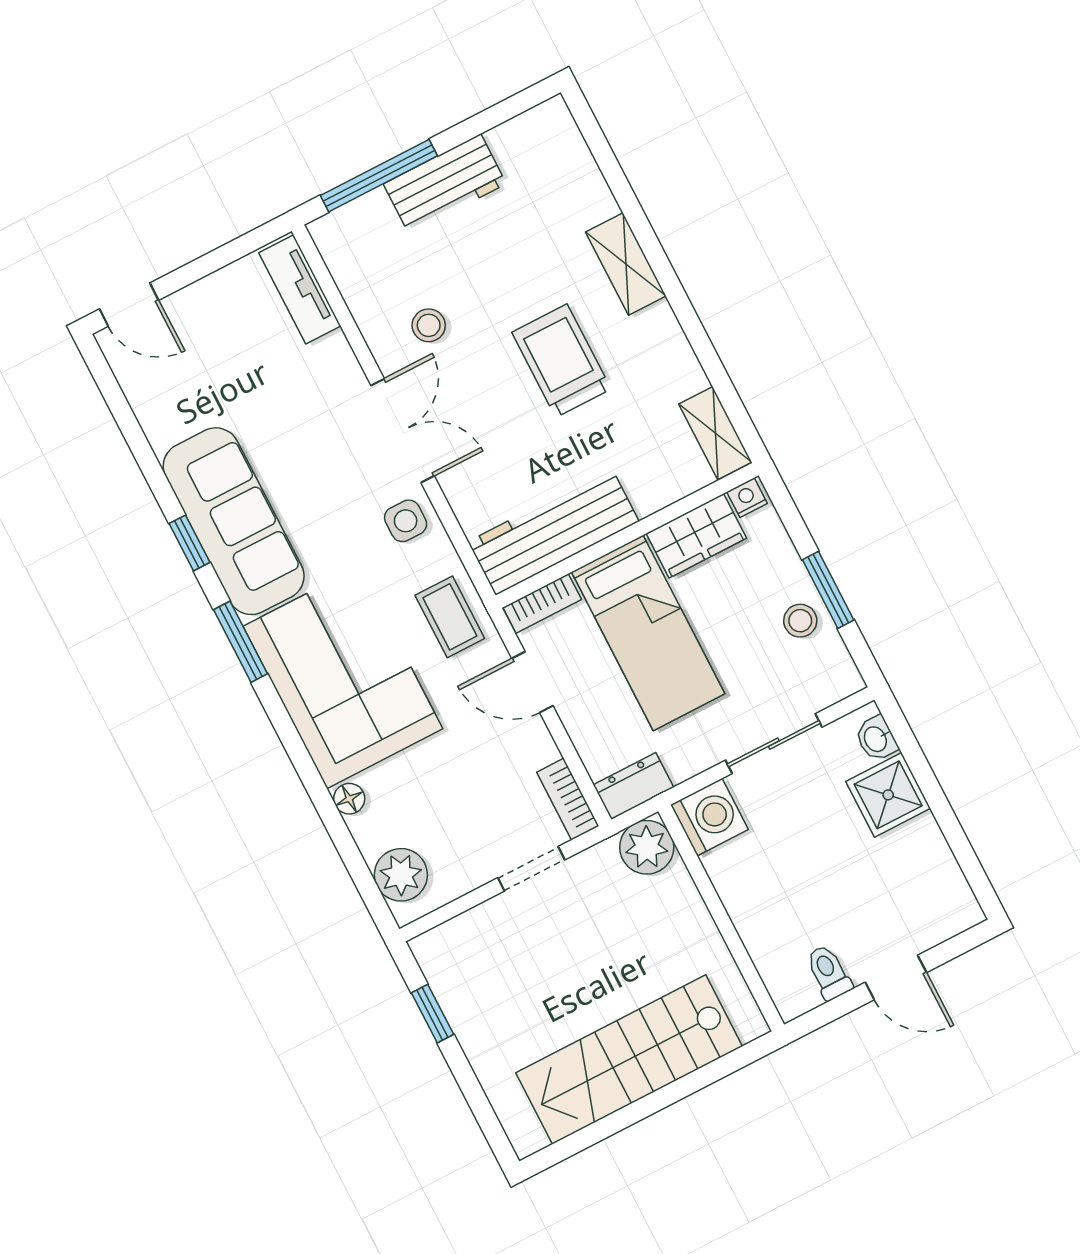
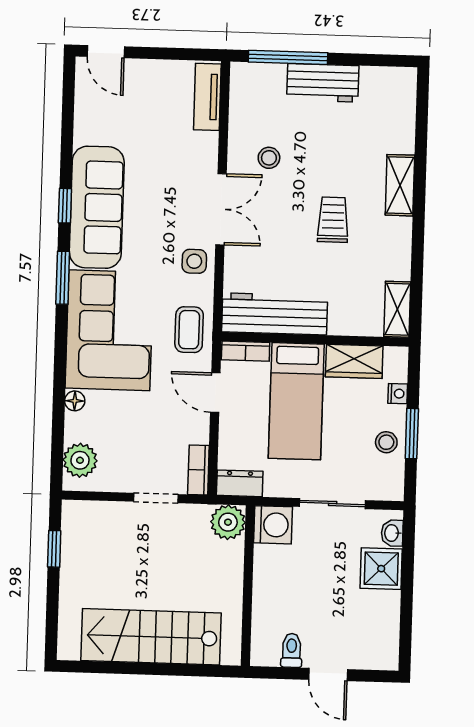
trolley: (561, 361) -> (333, 220), width x0.73, depth x0.72
nightstand: (747, 498) -> (398, 394), moved, turned 90

